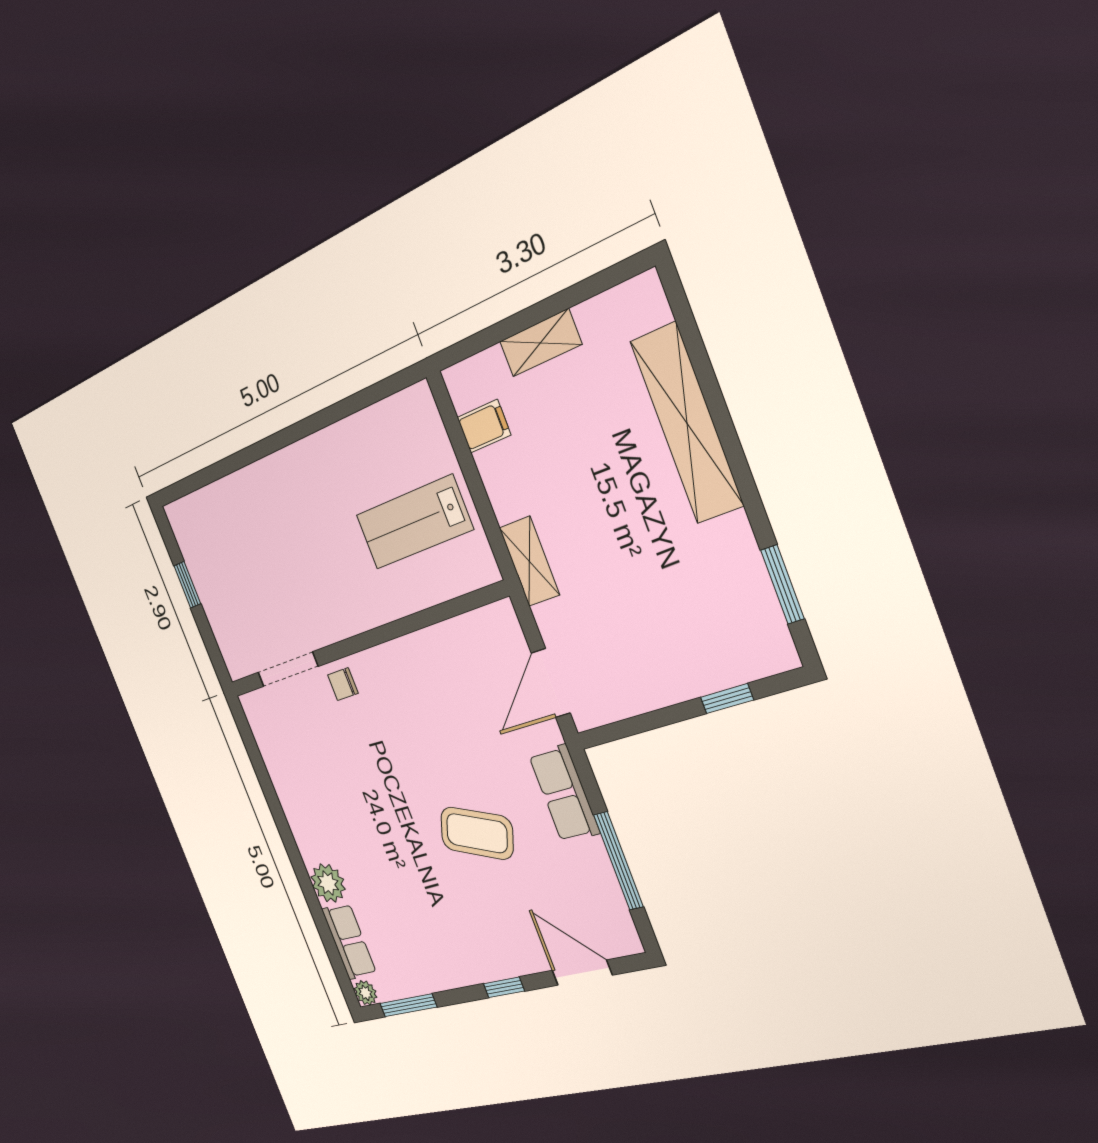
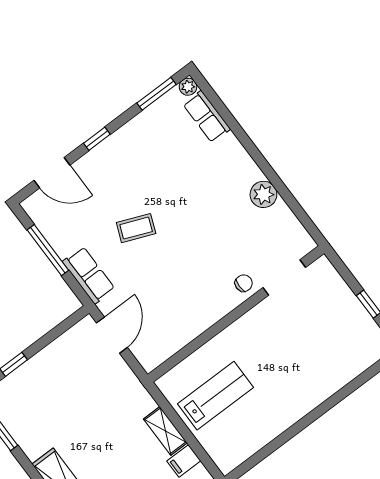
shelving: (529, 561) -> (165, 431), moved
coffee table: (477, 833) -> (136, 228), width x0.73, depth x0.77
plant: (328, 883) -> (263, 194), moved

